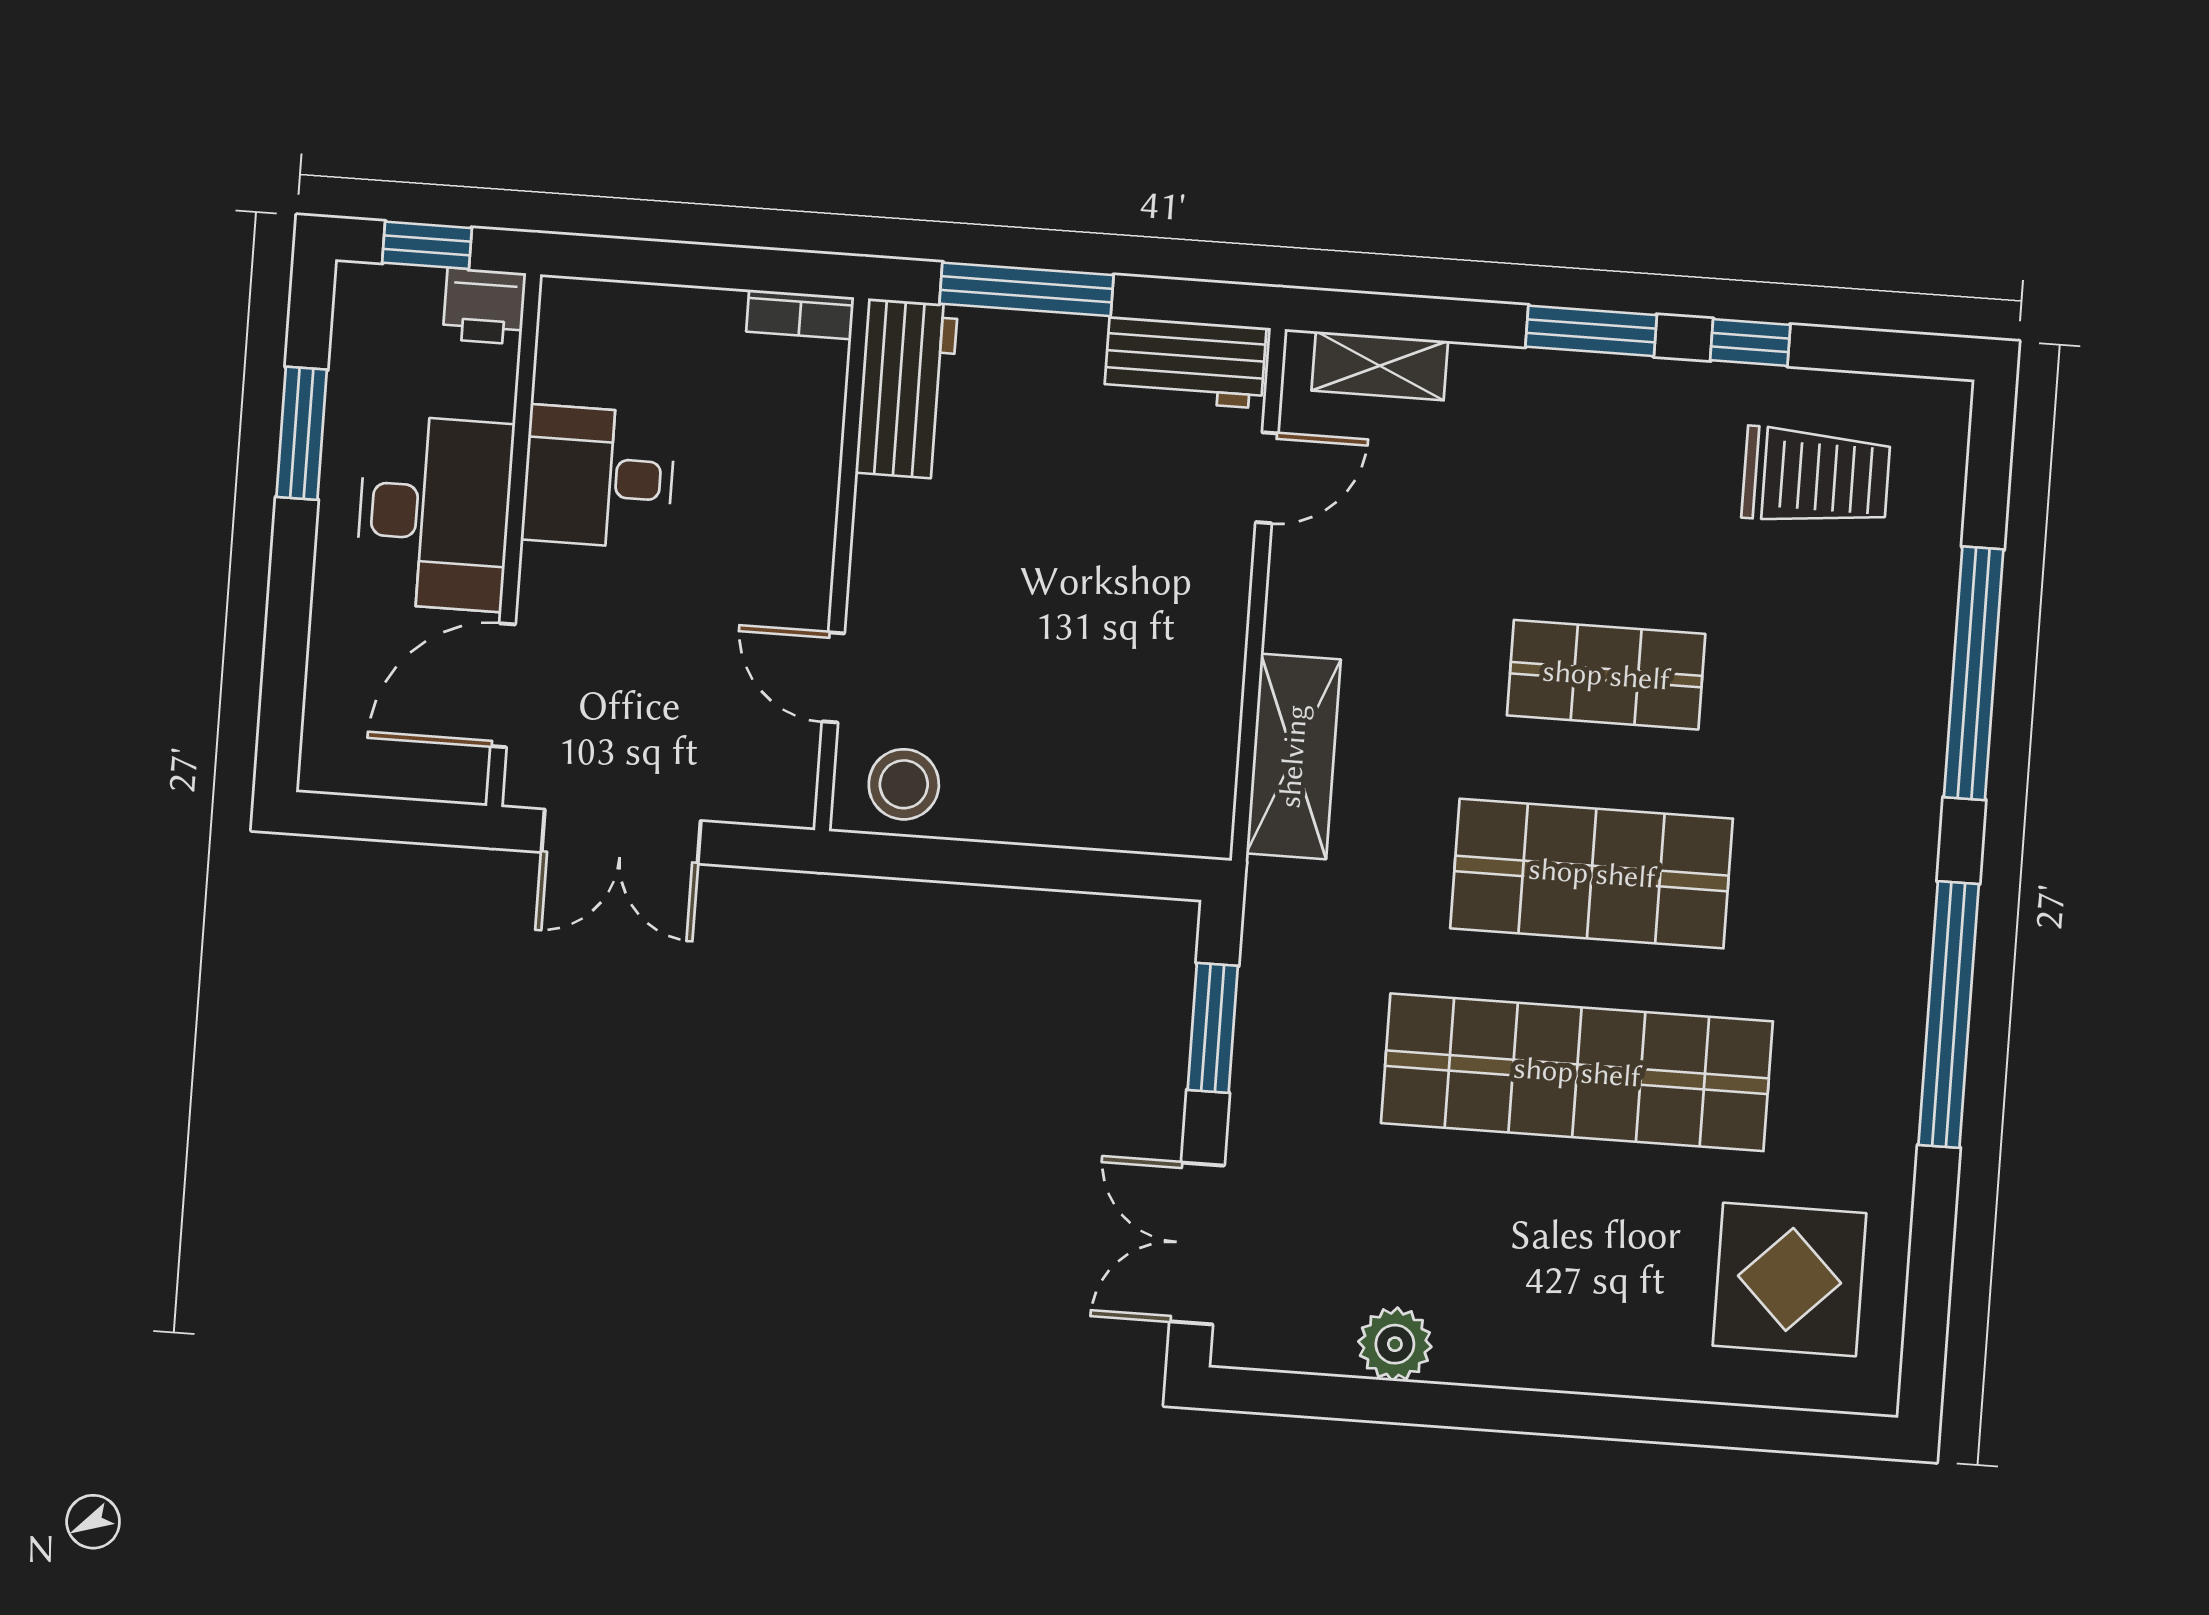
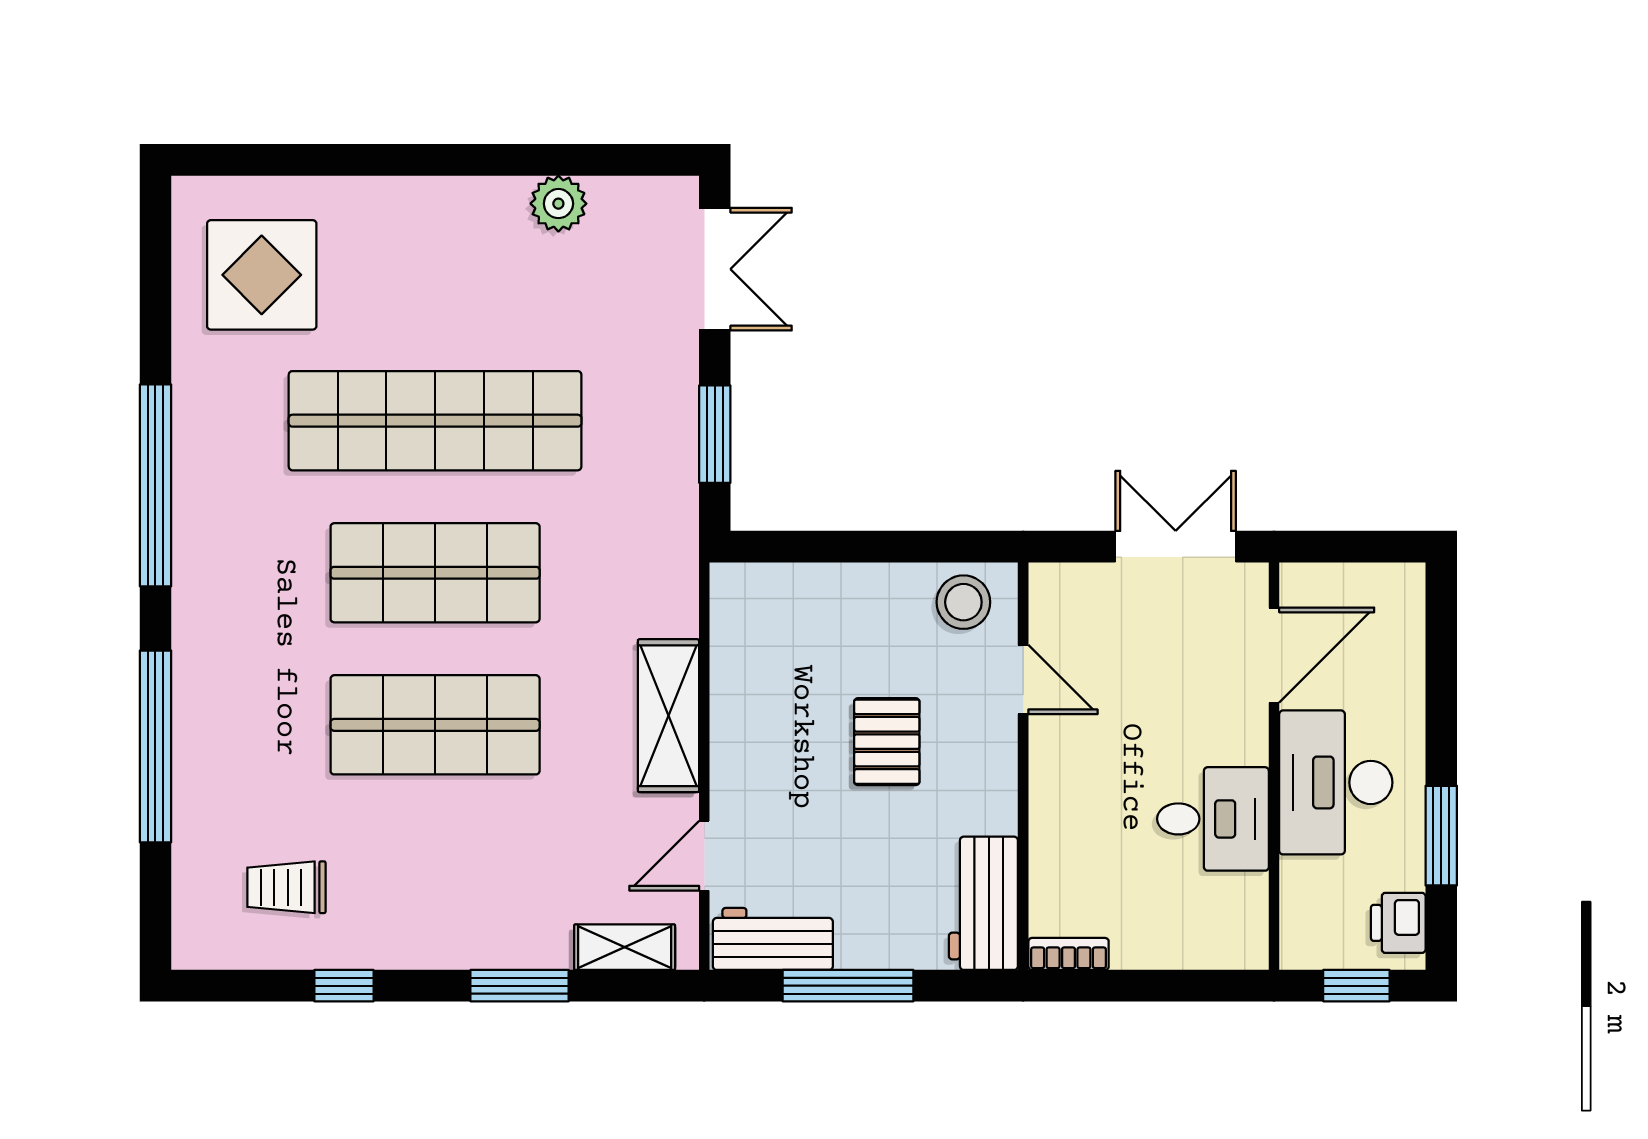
window: (1026, 289) -> (848, 986), moved
printer: (484, 306) -> (1398, 923), moved, turned -90
window: (1591, 331) -> (520, 986), moved
trolley: (1816, 477) -> (286, 887), width x0.73, depth x0.72
pallet: (1017, 609) -> (887, 742), added
shop shelf: (1606, 675) -> (435, 725), width x1.43, depth x1.36
shelving: (1293, 756) -> (668, 716), moved

